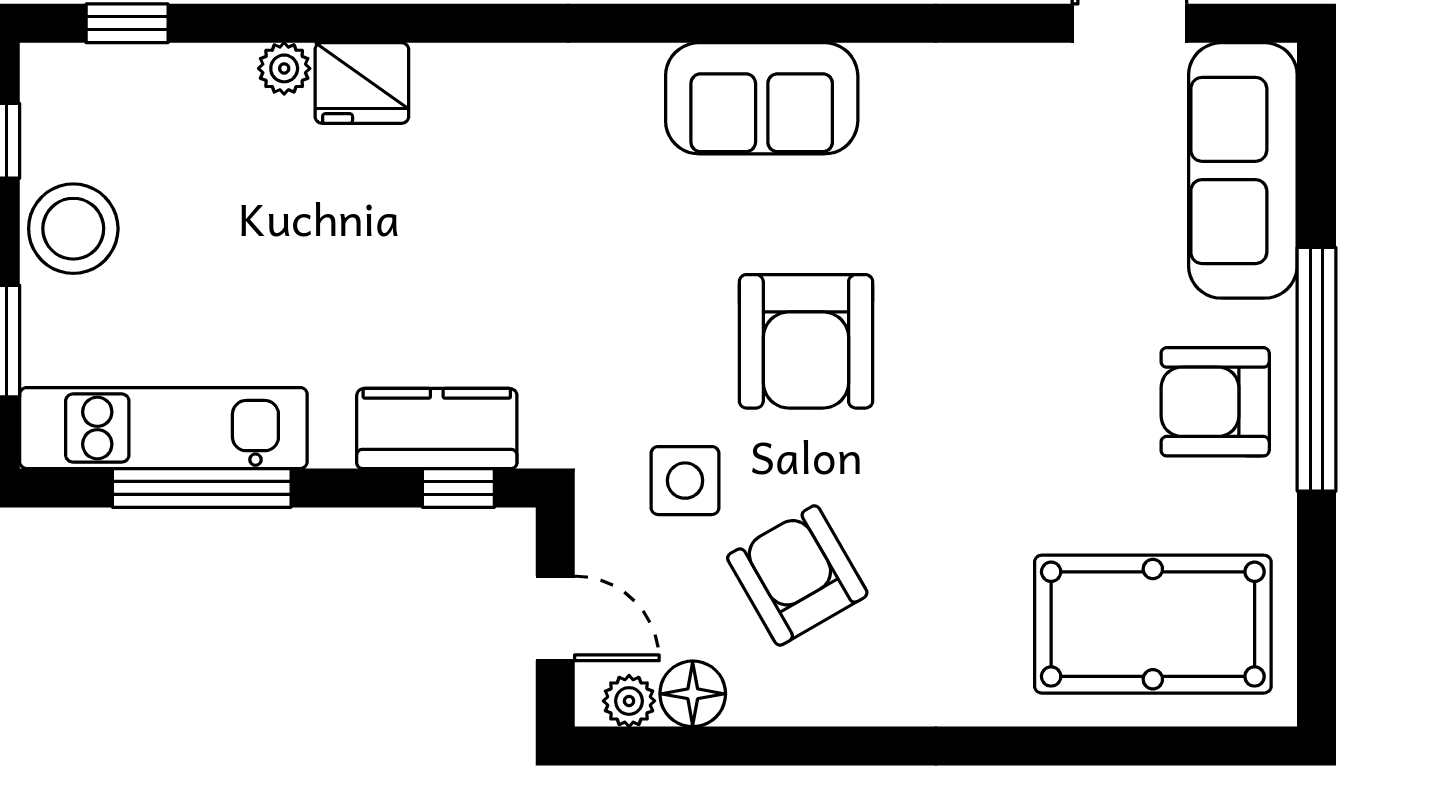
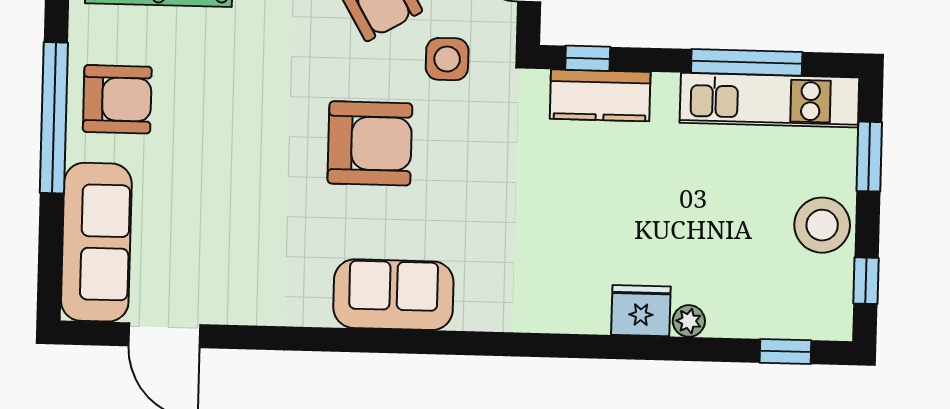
armchair: (806, 341) -> (370, 143), turned 90

